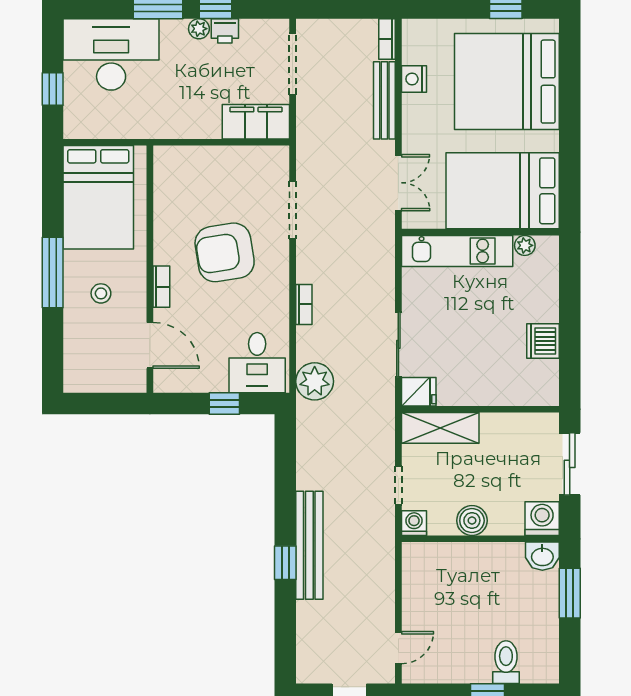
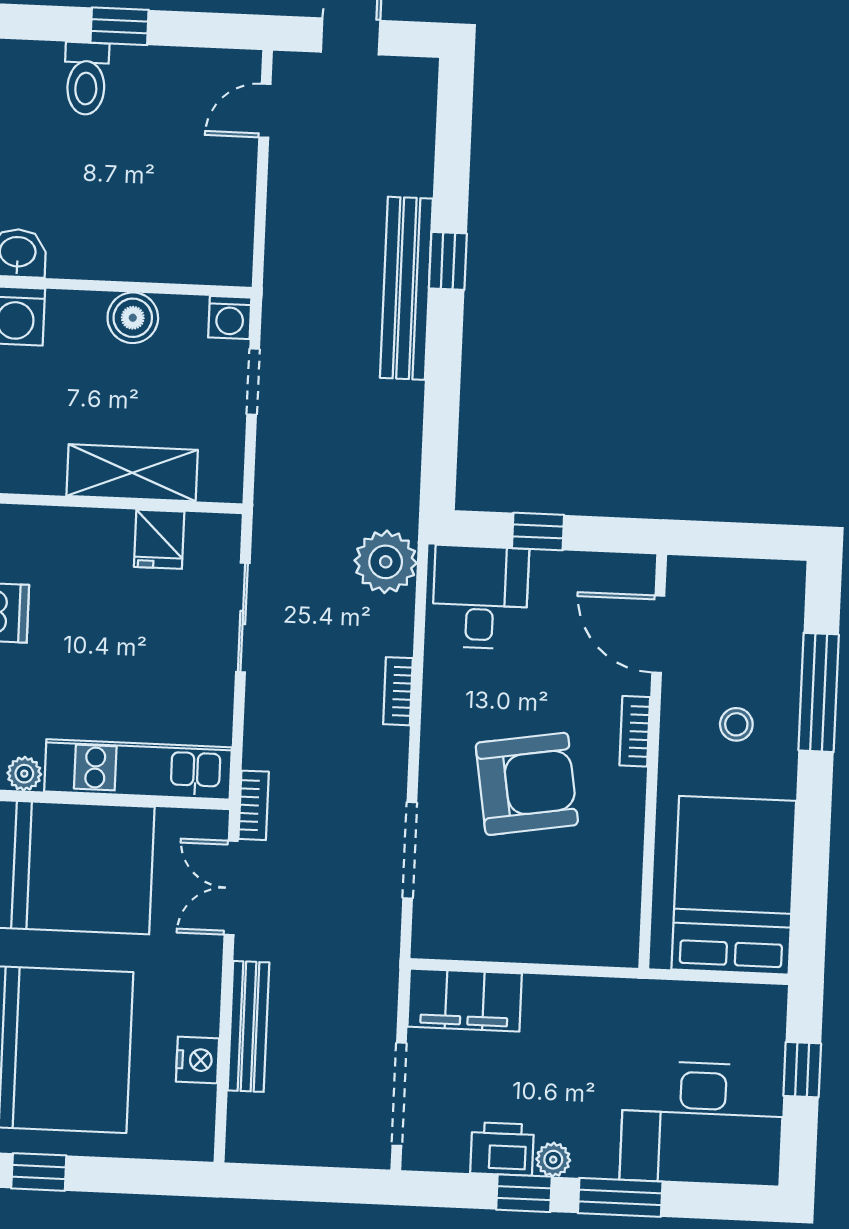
printer: (225, 31) -> (502, 1149), width x1.36, depth x1.24
bookcase: (387, 39) -> (254, 805), moved
window: (53, 273) -> (819, 692), moved
fridge: (419, 392) -> (159, 539), moved, turned -90
shelving: (440, 428) -> (132, 473), moved

